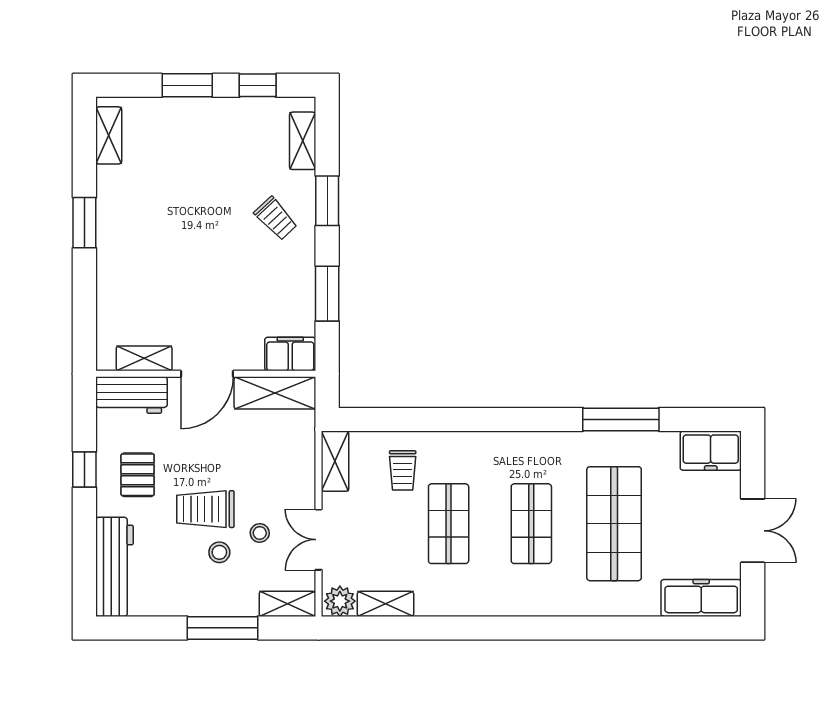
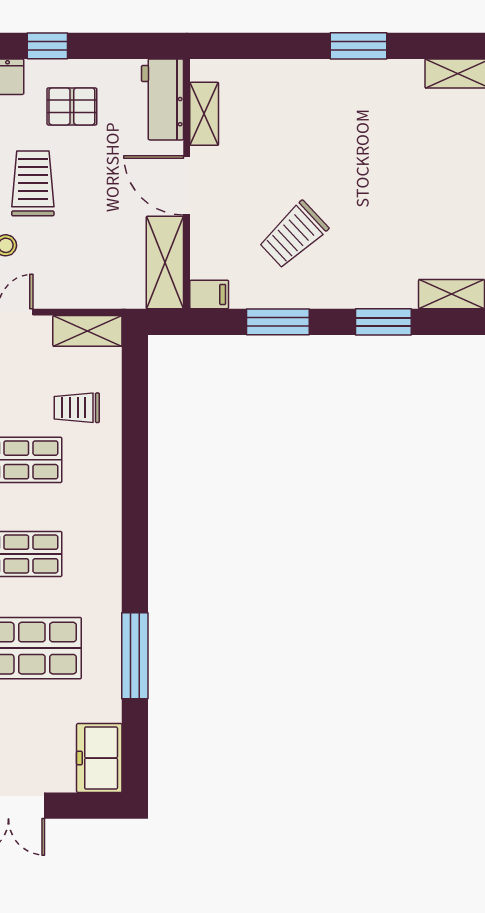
trolley: (276, 218) -> (293, 235), moved, width x1.36, depth x1.39
filing cabinet: (290, 354) -> (209, 294), width x0.50
window: (84, 469) -> (47, 46), moved

